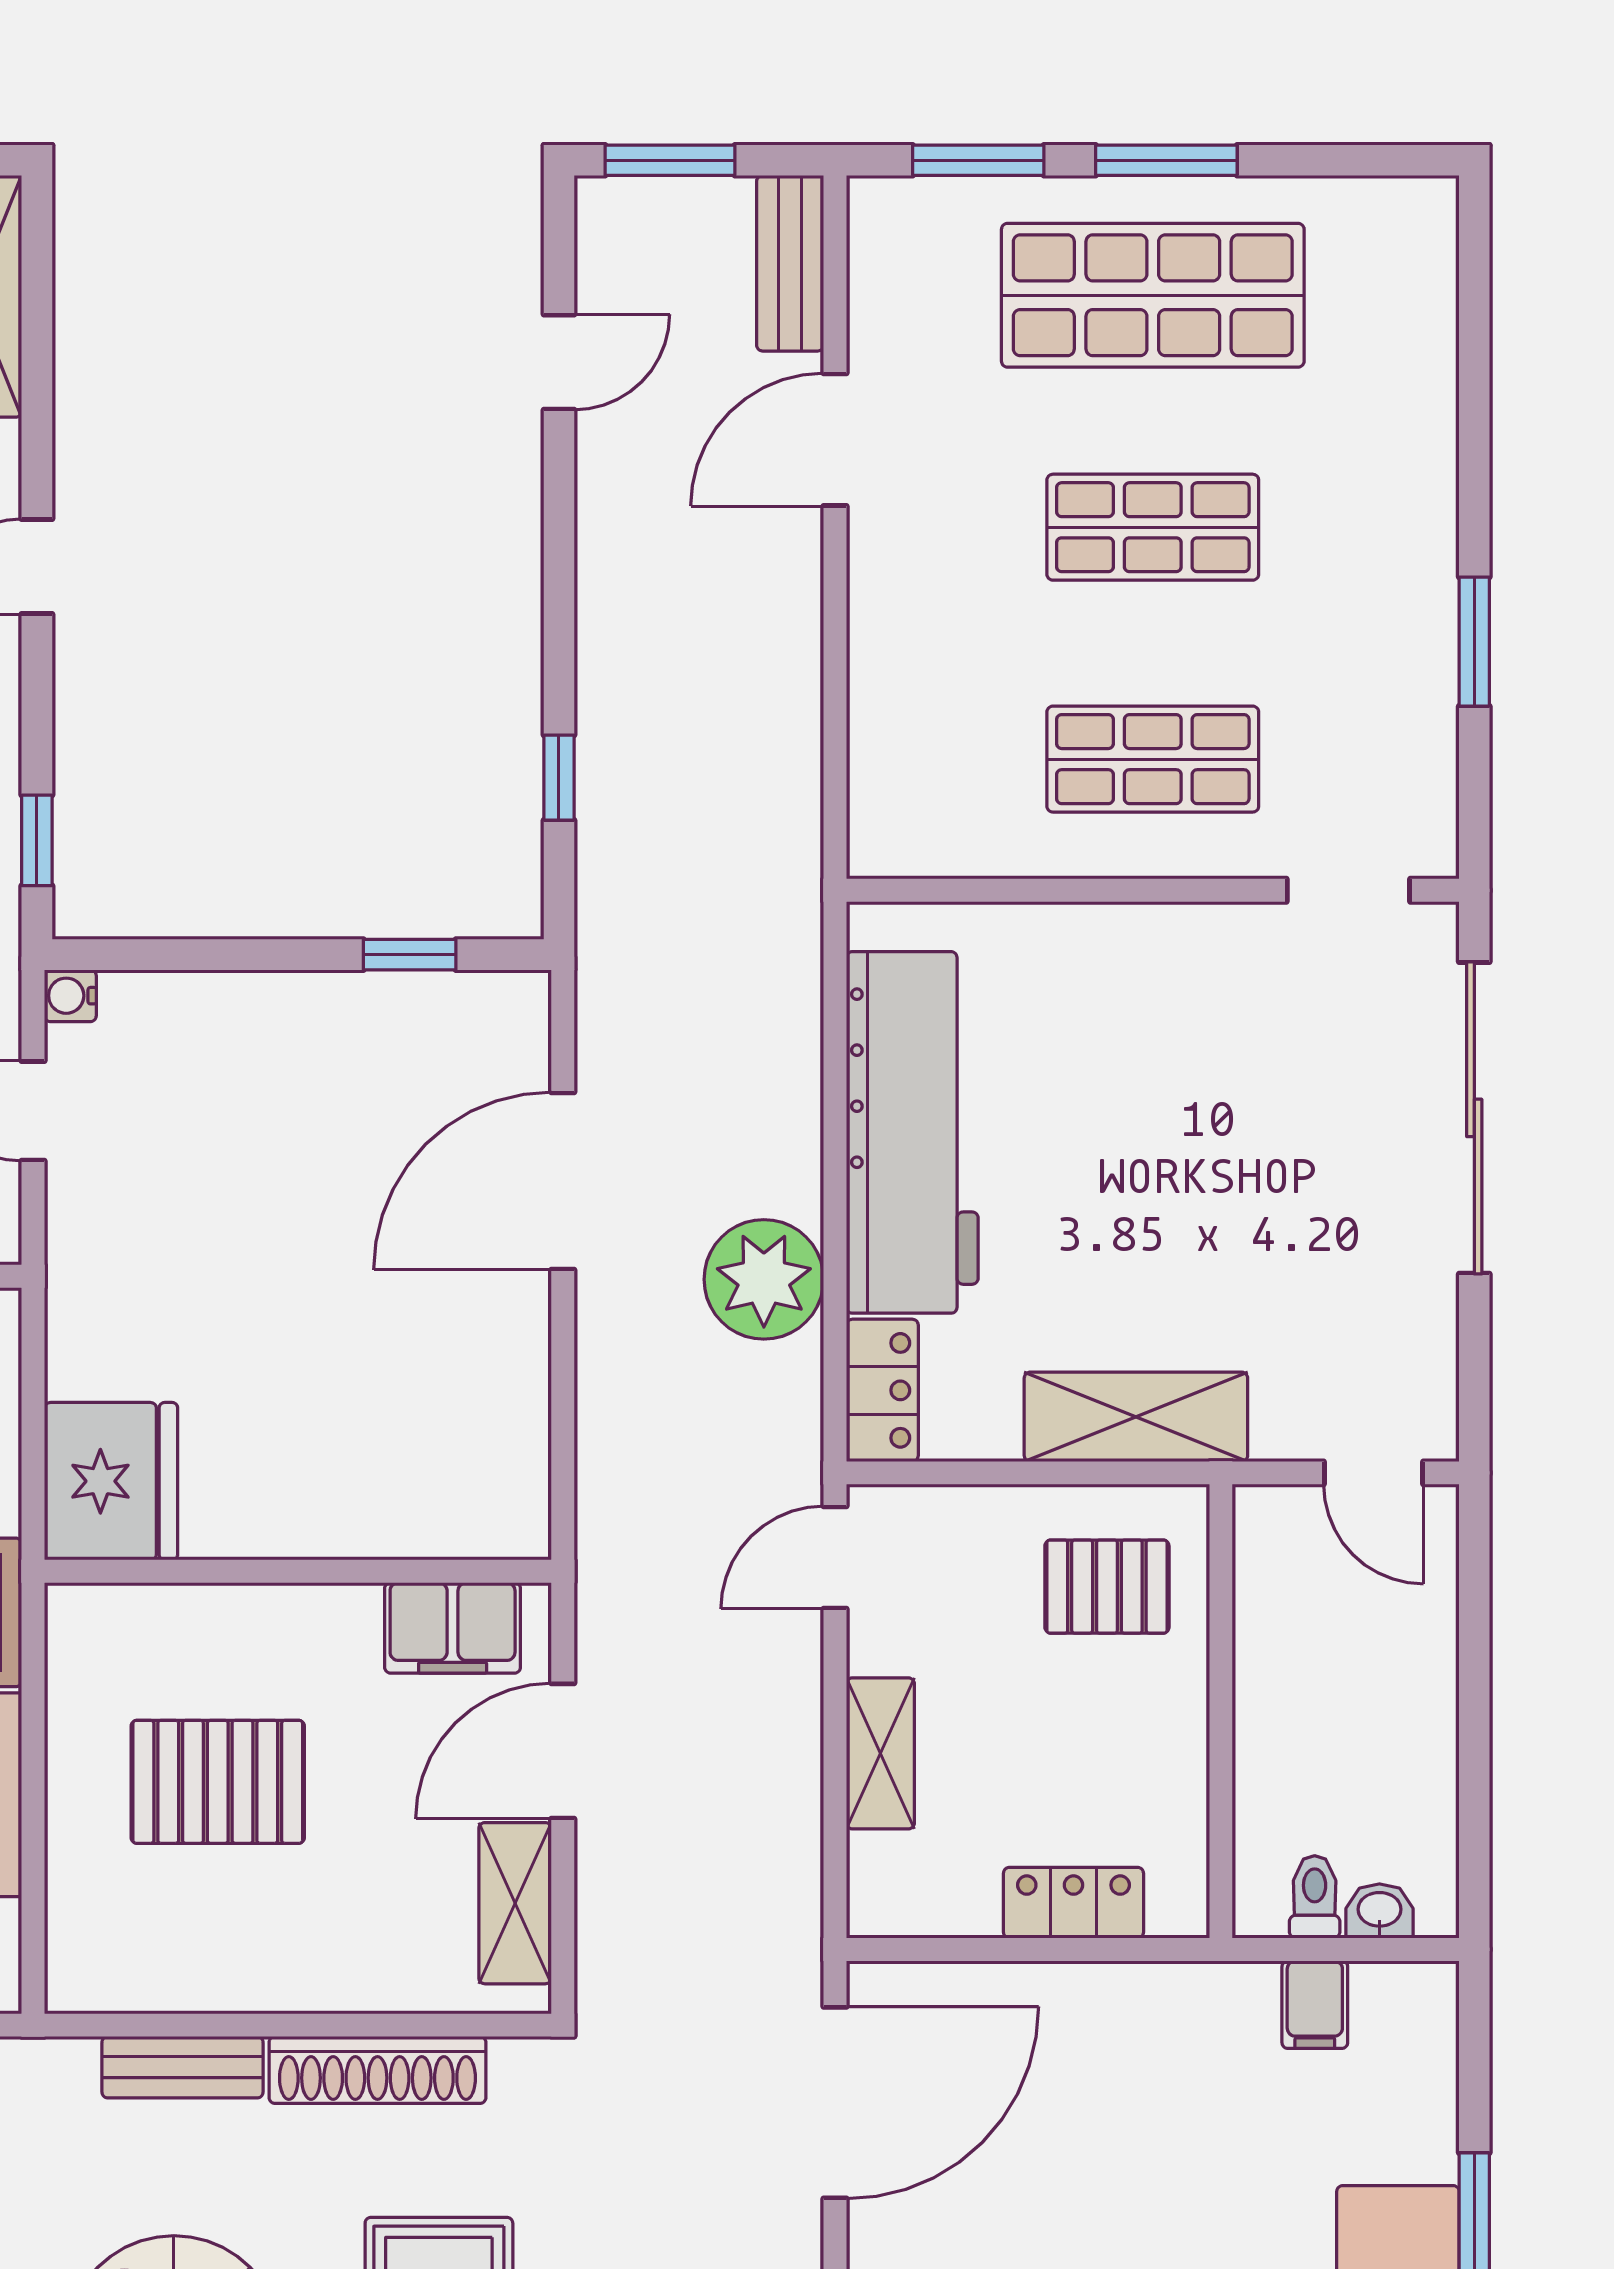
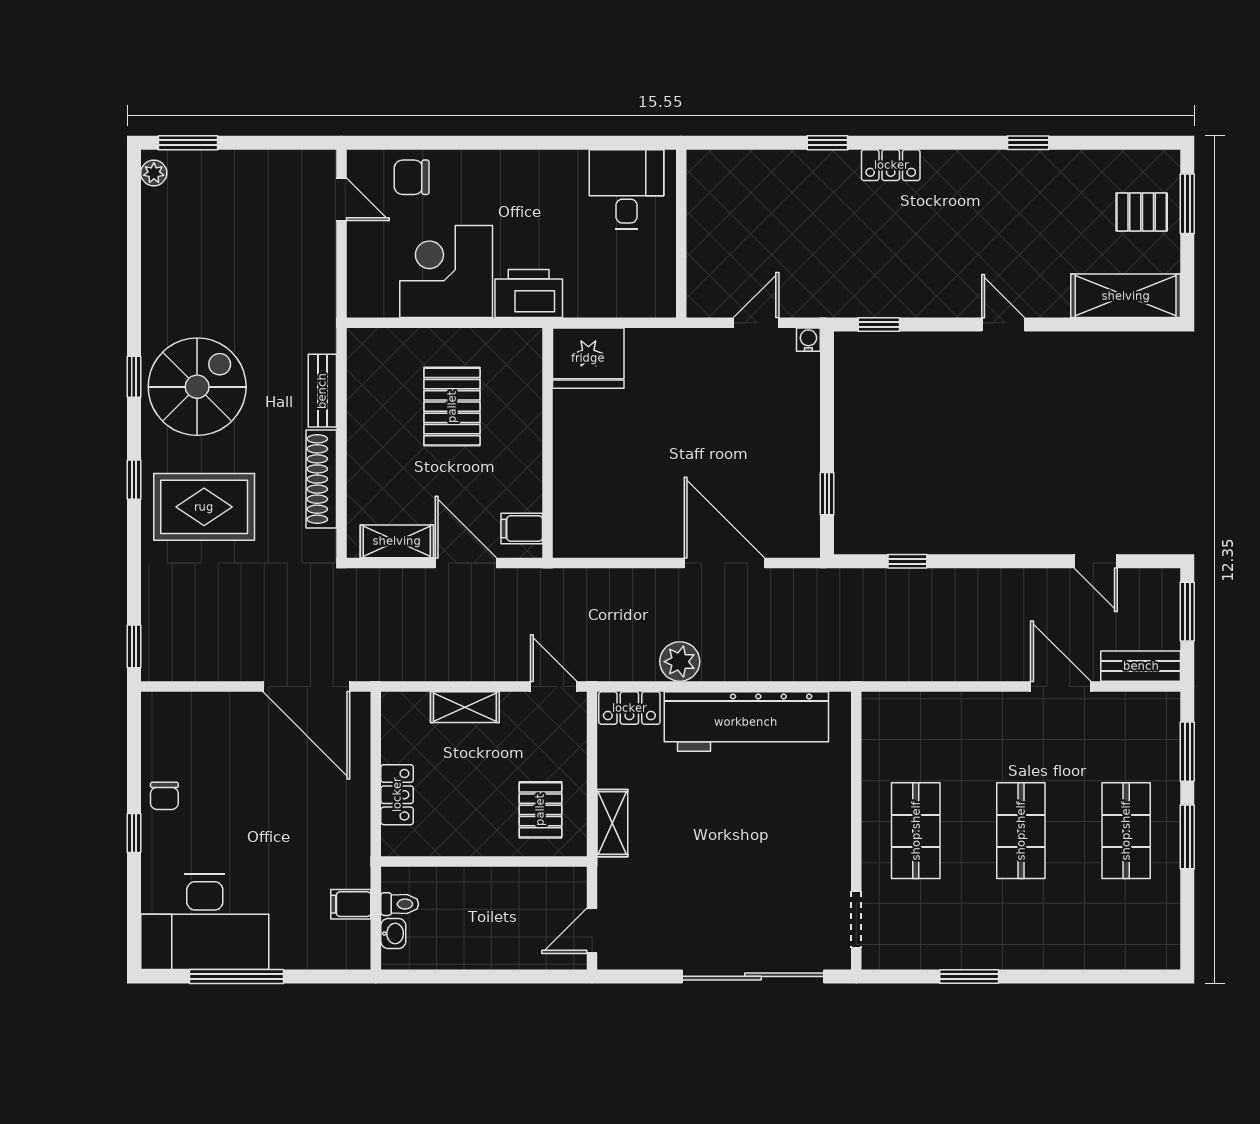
shop shelf: (1153, 295) -> (1126, 831), width x0.70, depth x0.74
plant: (764, 1279) -> (680, 662), width x0.73, depth x0.73
shelving: (1136, 1417) -> (612, 823), width x0.67, depth x0.75
filing cabinet: (453, 1628) -> (522, 528), width x0.50

